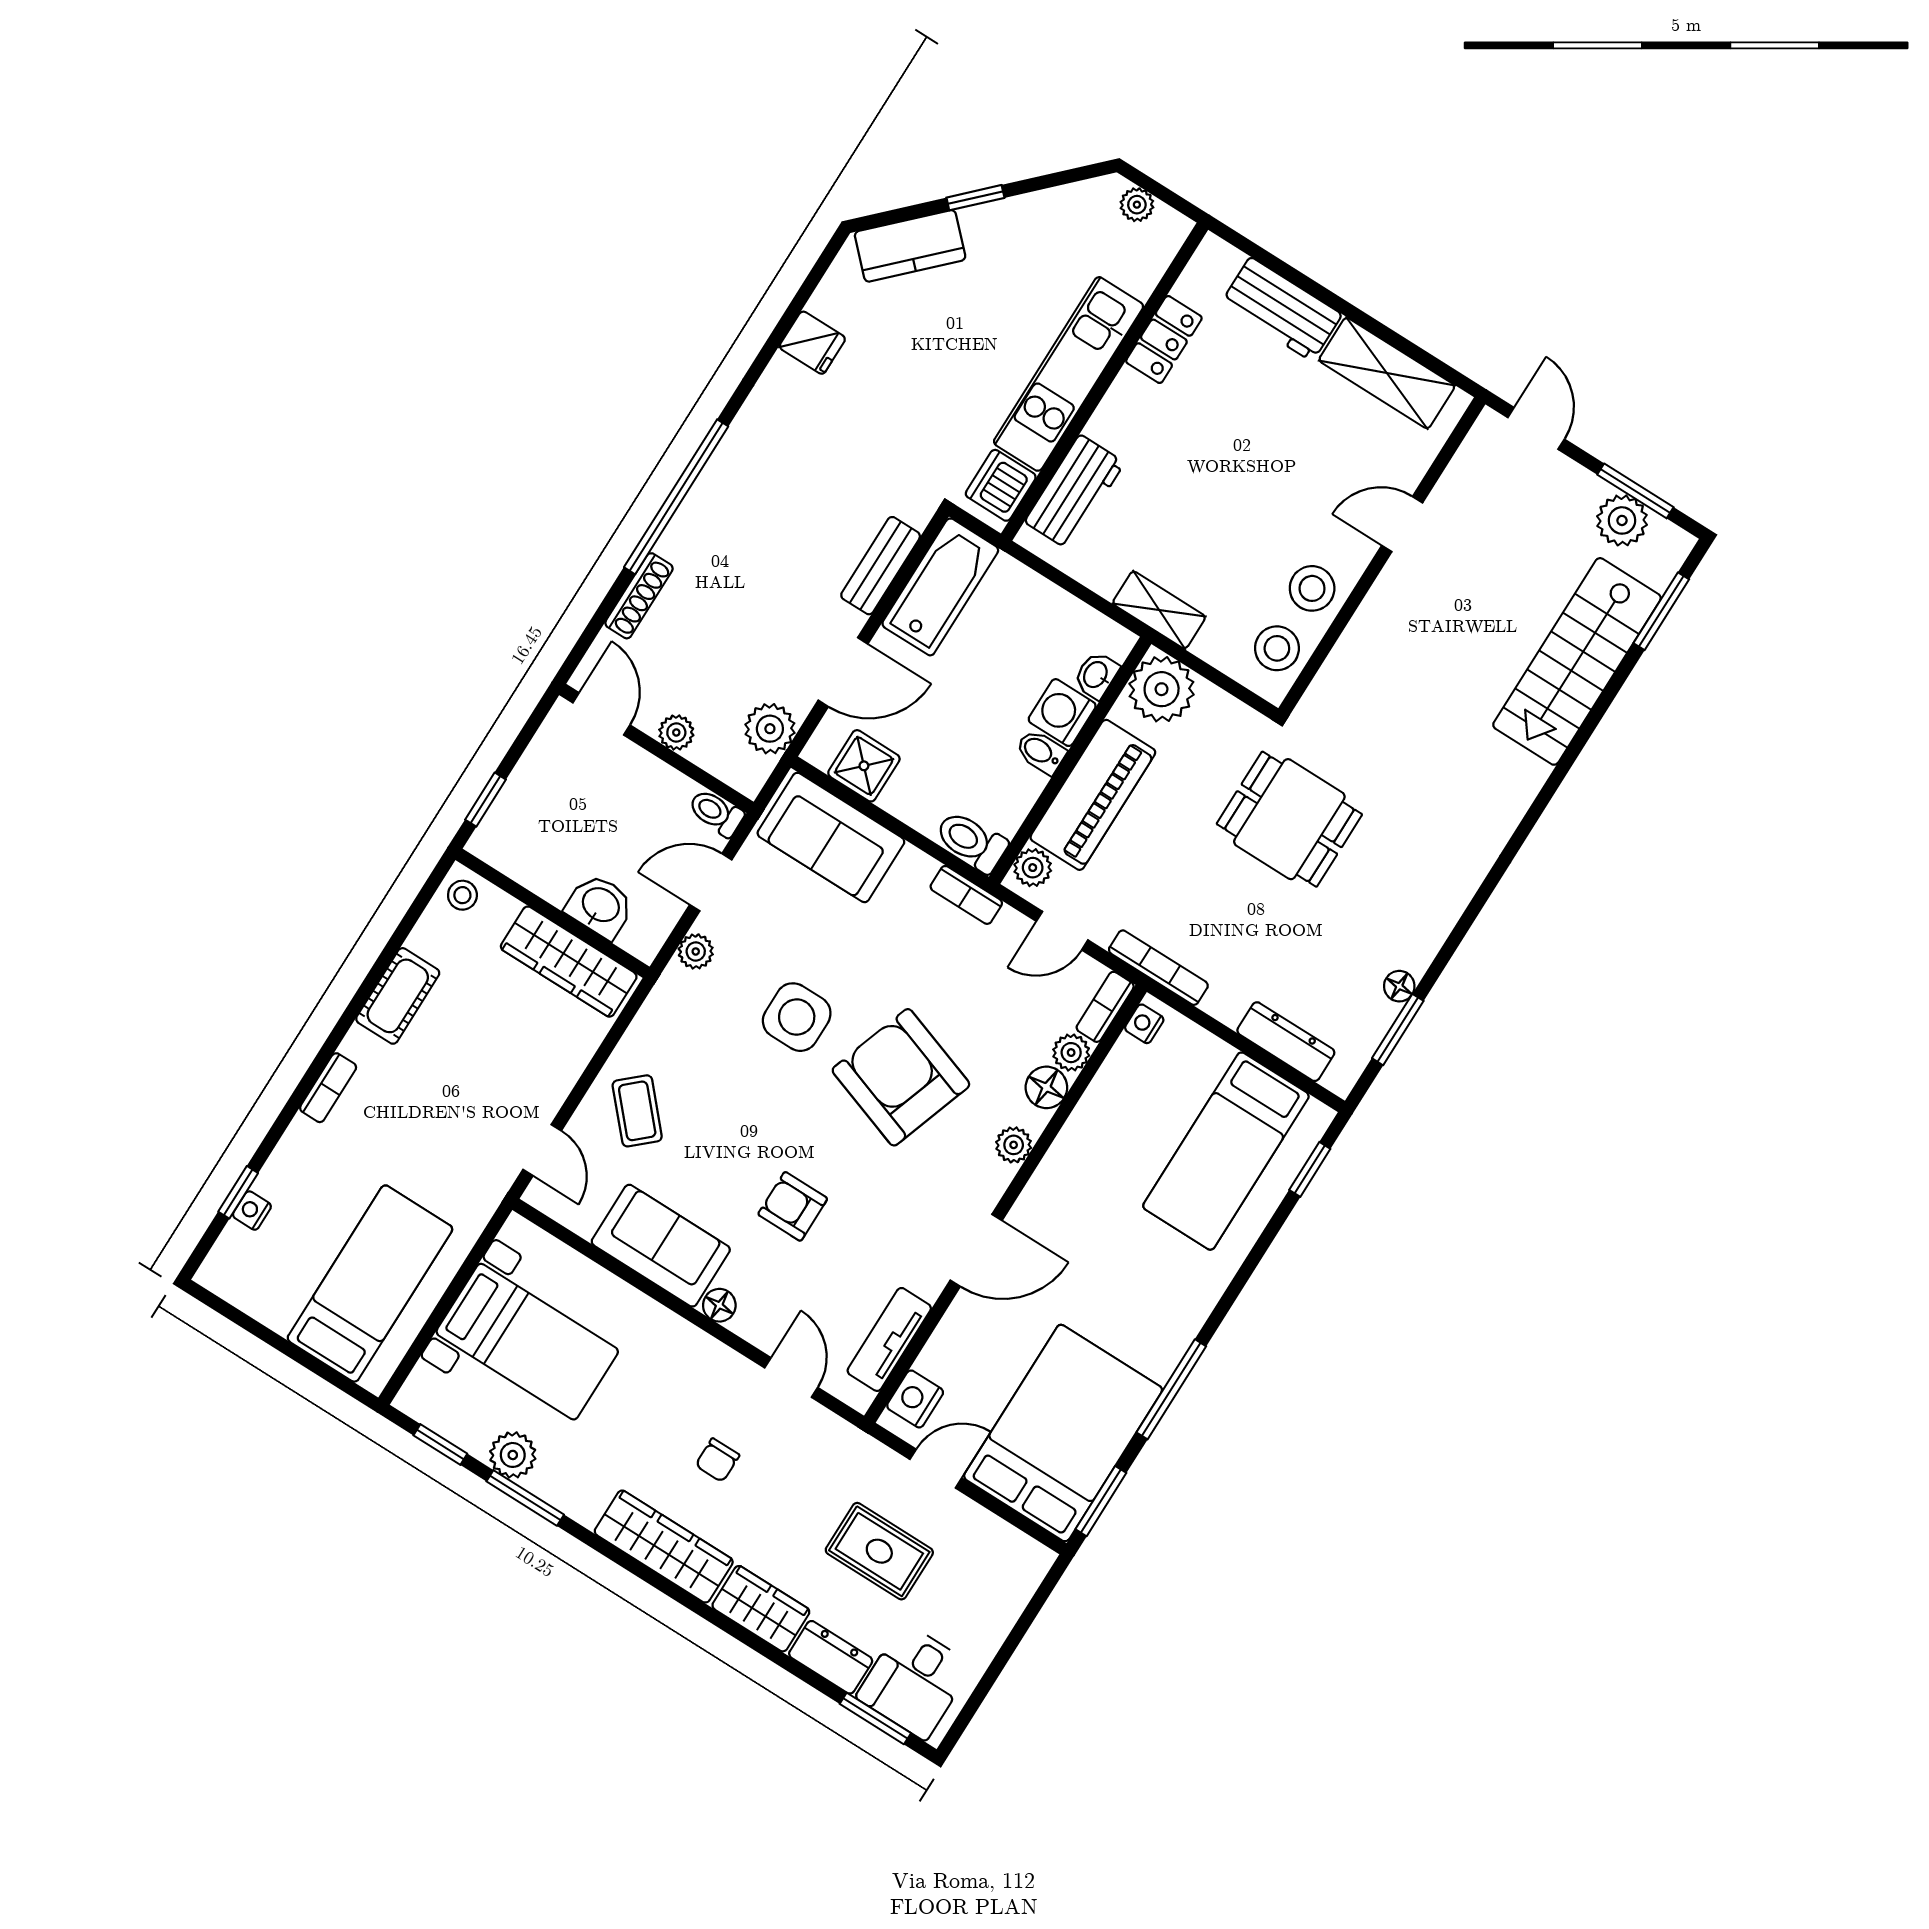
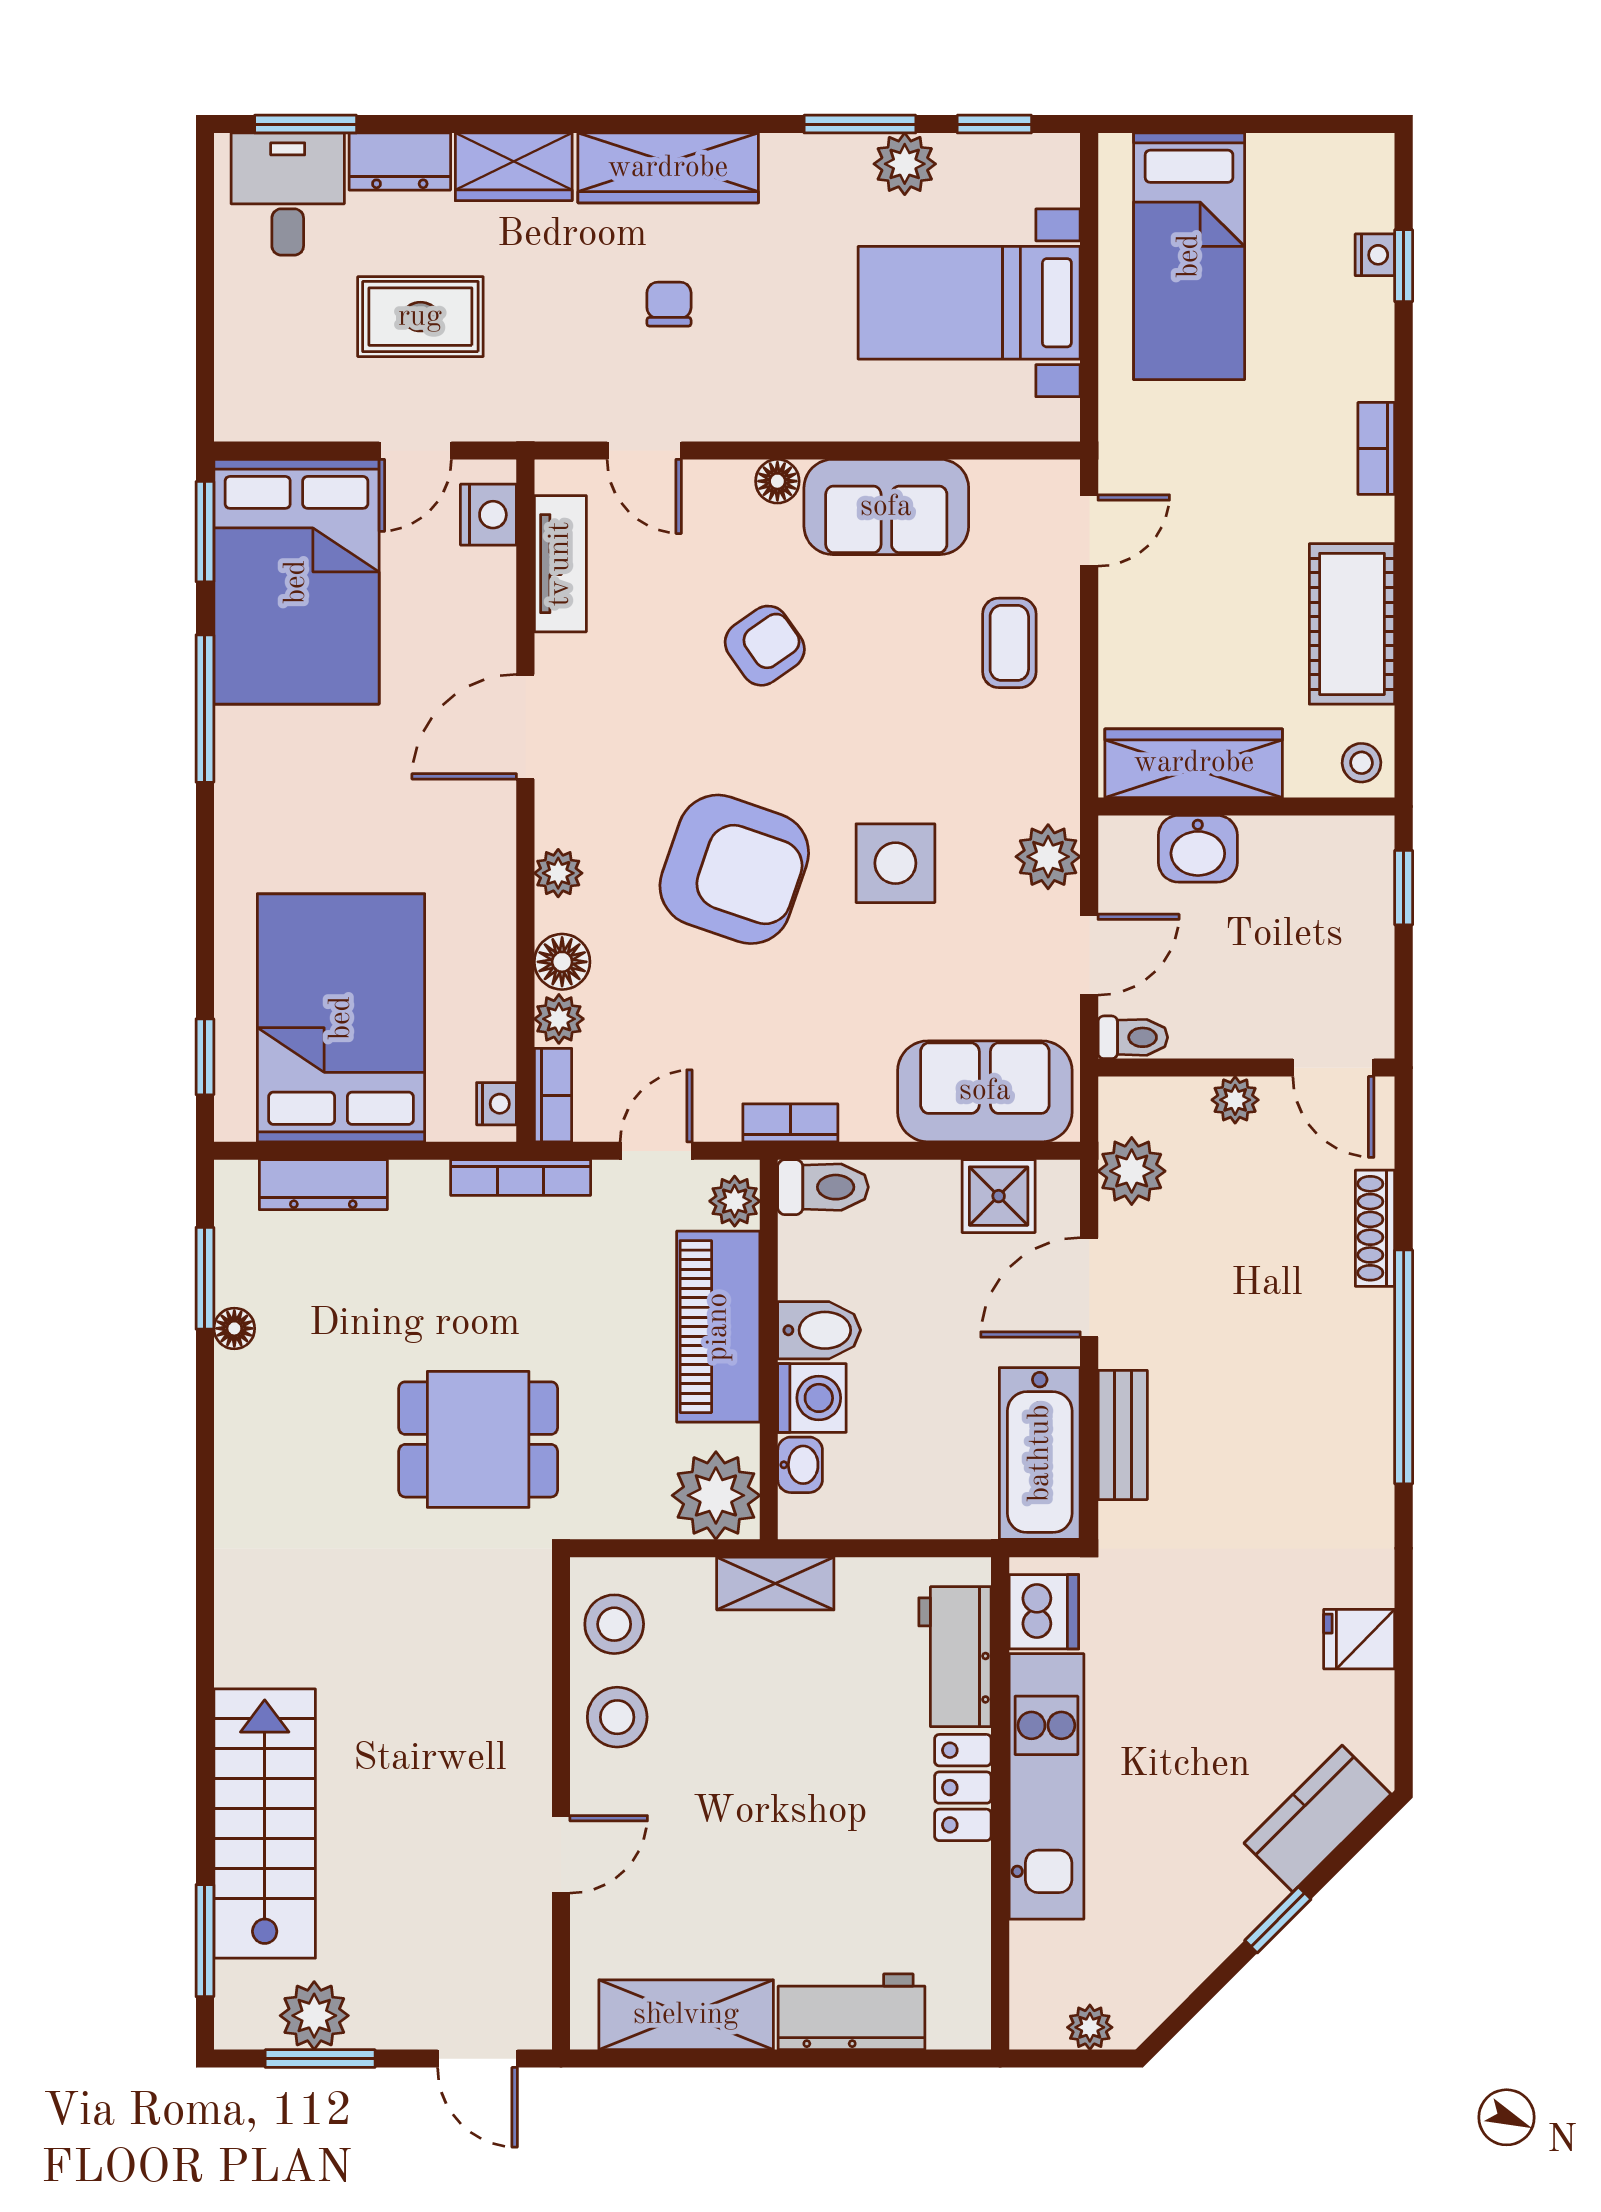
locker: (1164, 339) -> (963, 1788), moved
bidet: (1041, 752) -> (819, 1330), width x1.38, depth x1.36
plant: (696, 951) -> (1048, 857), width x1.38, depth x1.38
cot: (398, 996) -> (1352, 624), width x1.37, depth x1.34
coffee table: (637, 1111) -> (1009, 643), turned 42
door: (542, 1150) -> (1089, 530), swing flipped
bed: (1226, 1151) -> (341, 1018), width x1.50
armchair: (793, 1206) -> (765, 646), turned -35

